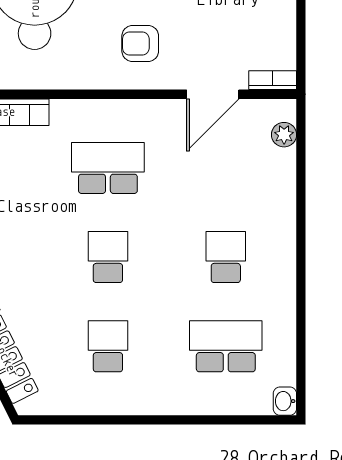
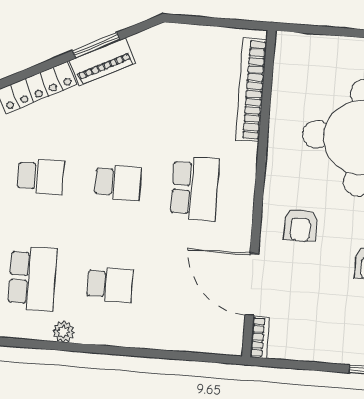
armchair: (140, 43) -> (301, 225), turned 180
door: (213, 94) -> (252, 284), width x1.36
plant: (284, 135) -> (64, 332), moved

